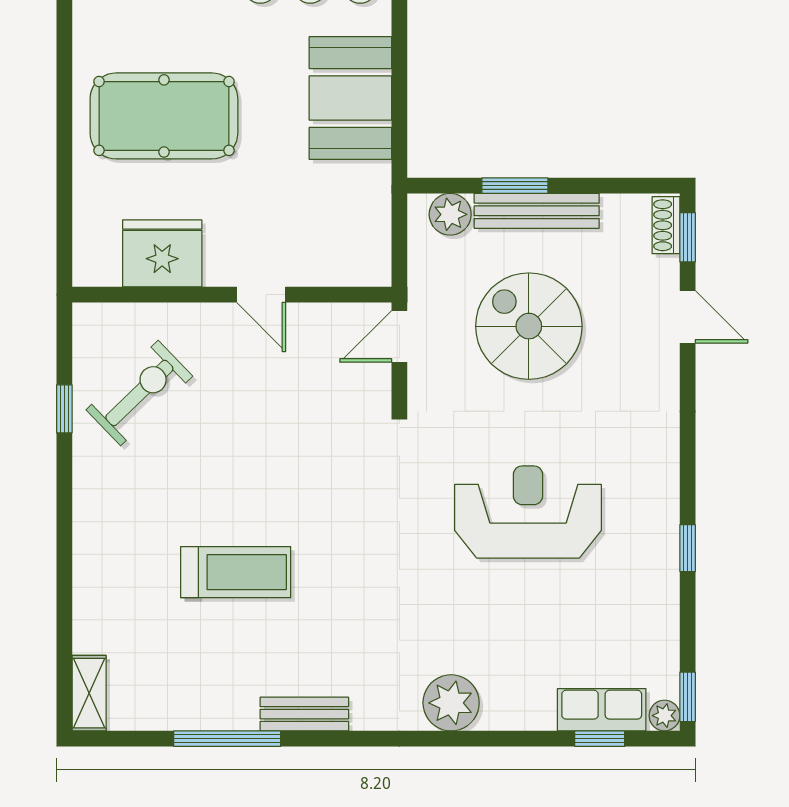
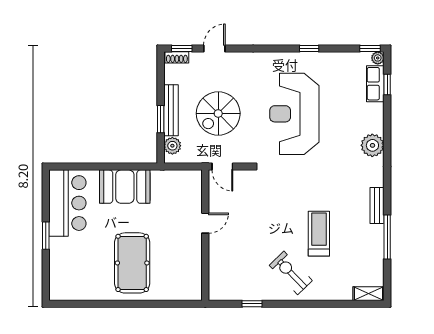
fridge: (162, 253) -> (188, 264), removed
exercise bike: (139, 393) -> (291, 273), moved
reception desk: (528, 512) -> (294, 114), width x1.36, depth x1.30

